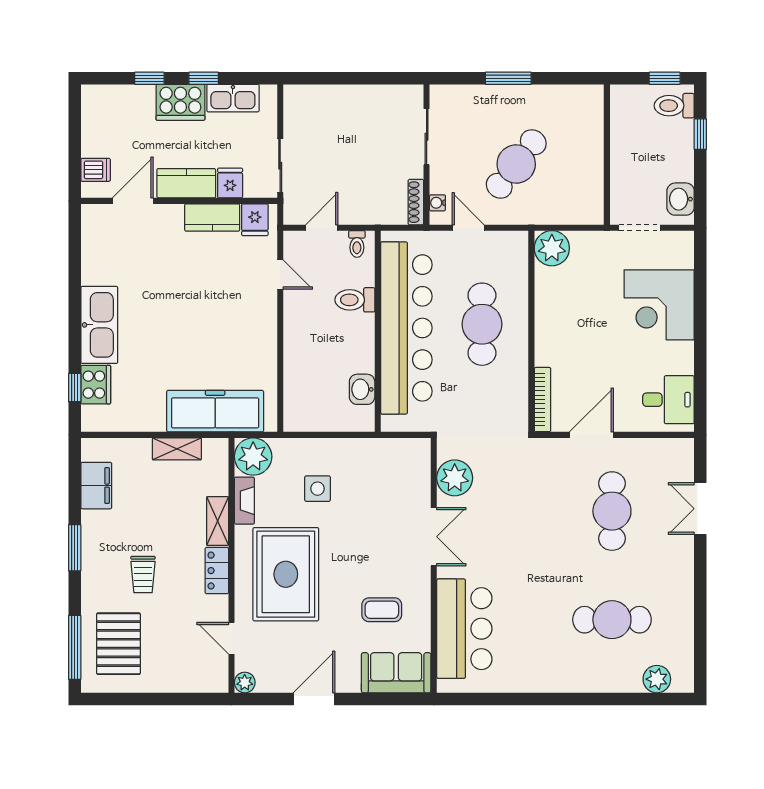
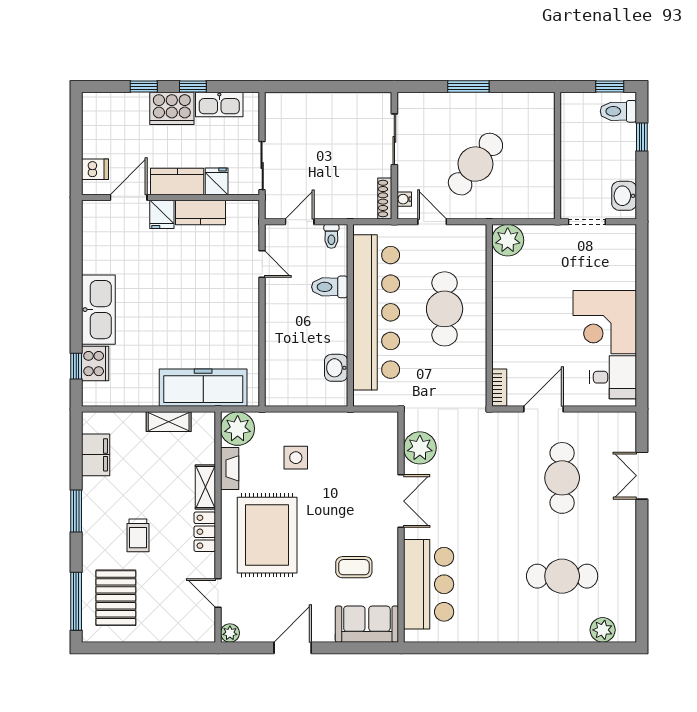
fridge: (255, 220) -> (162, 214), moved
corner desk: (659, 305) -> (605, 322), moved
bookcase: (542, 400) -> (499, 388), width x0.64

